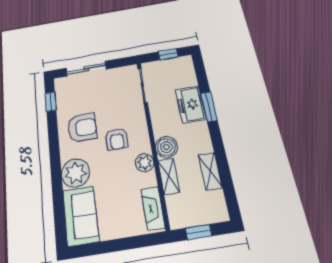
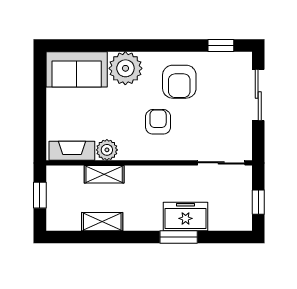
armchair: (117, 139) -> (158, 122), turned 90
boiler: (166, 147) -> (138, 178), removed
plant: (145, 163) -> (107, 150), moved

